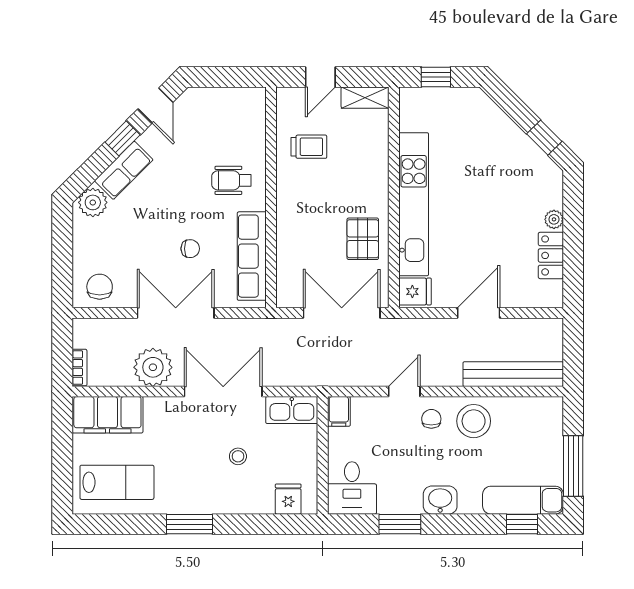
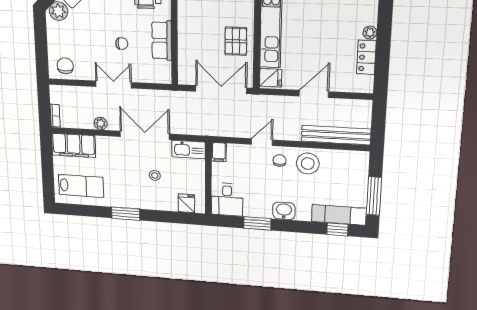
row of seats: (252, 256) -> (162, 40), width x0.68
double door: (176, 313) -> (114, 85), width x0.73
plant: (153, 367) -> (101, 123), width x0.53, depth x0.53

